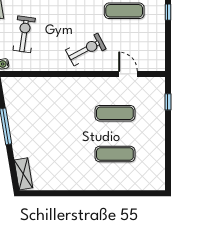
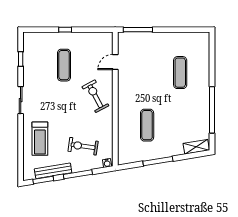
window: (168, 102) -> (138, 30), width x2.17
exercise mat: (115, 113) -> (147, 125), moved
window: (69, 193) -> (212, 110), added

